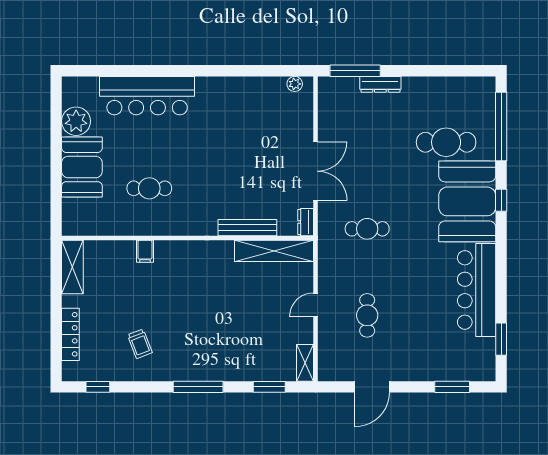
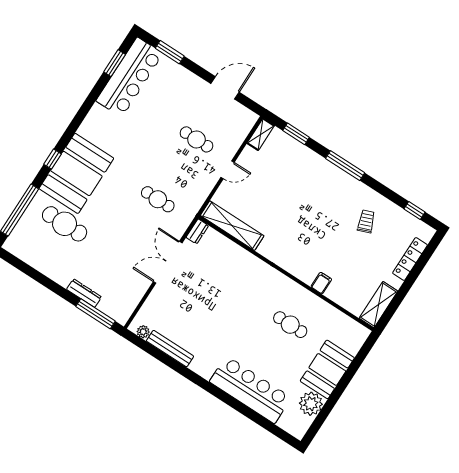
bench: (247, 228) -> (170, 349), moved
bar counter: (477, 290) -> (129, 77), moved
cafe table: (367, 315) -> (196, 139), turned 90

